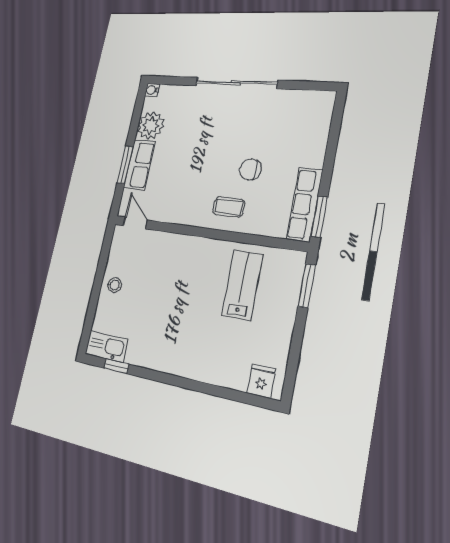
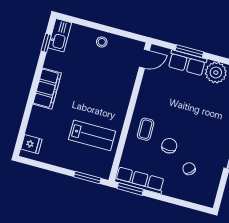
chair: (281, 136) -> (189, 169), added
filing cabinet: (178, 361) -> (47, 89), added

